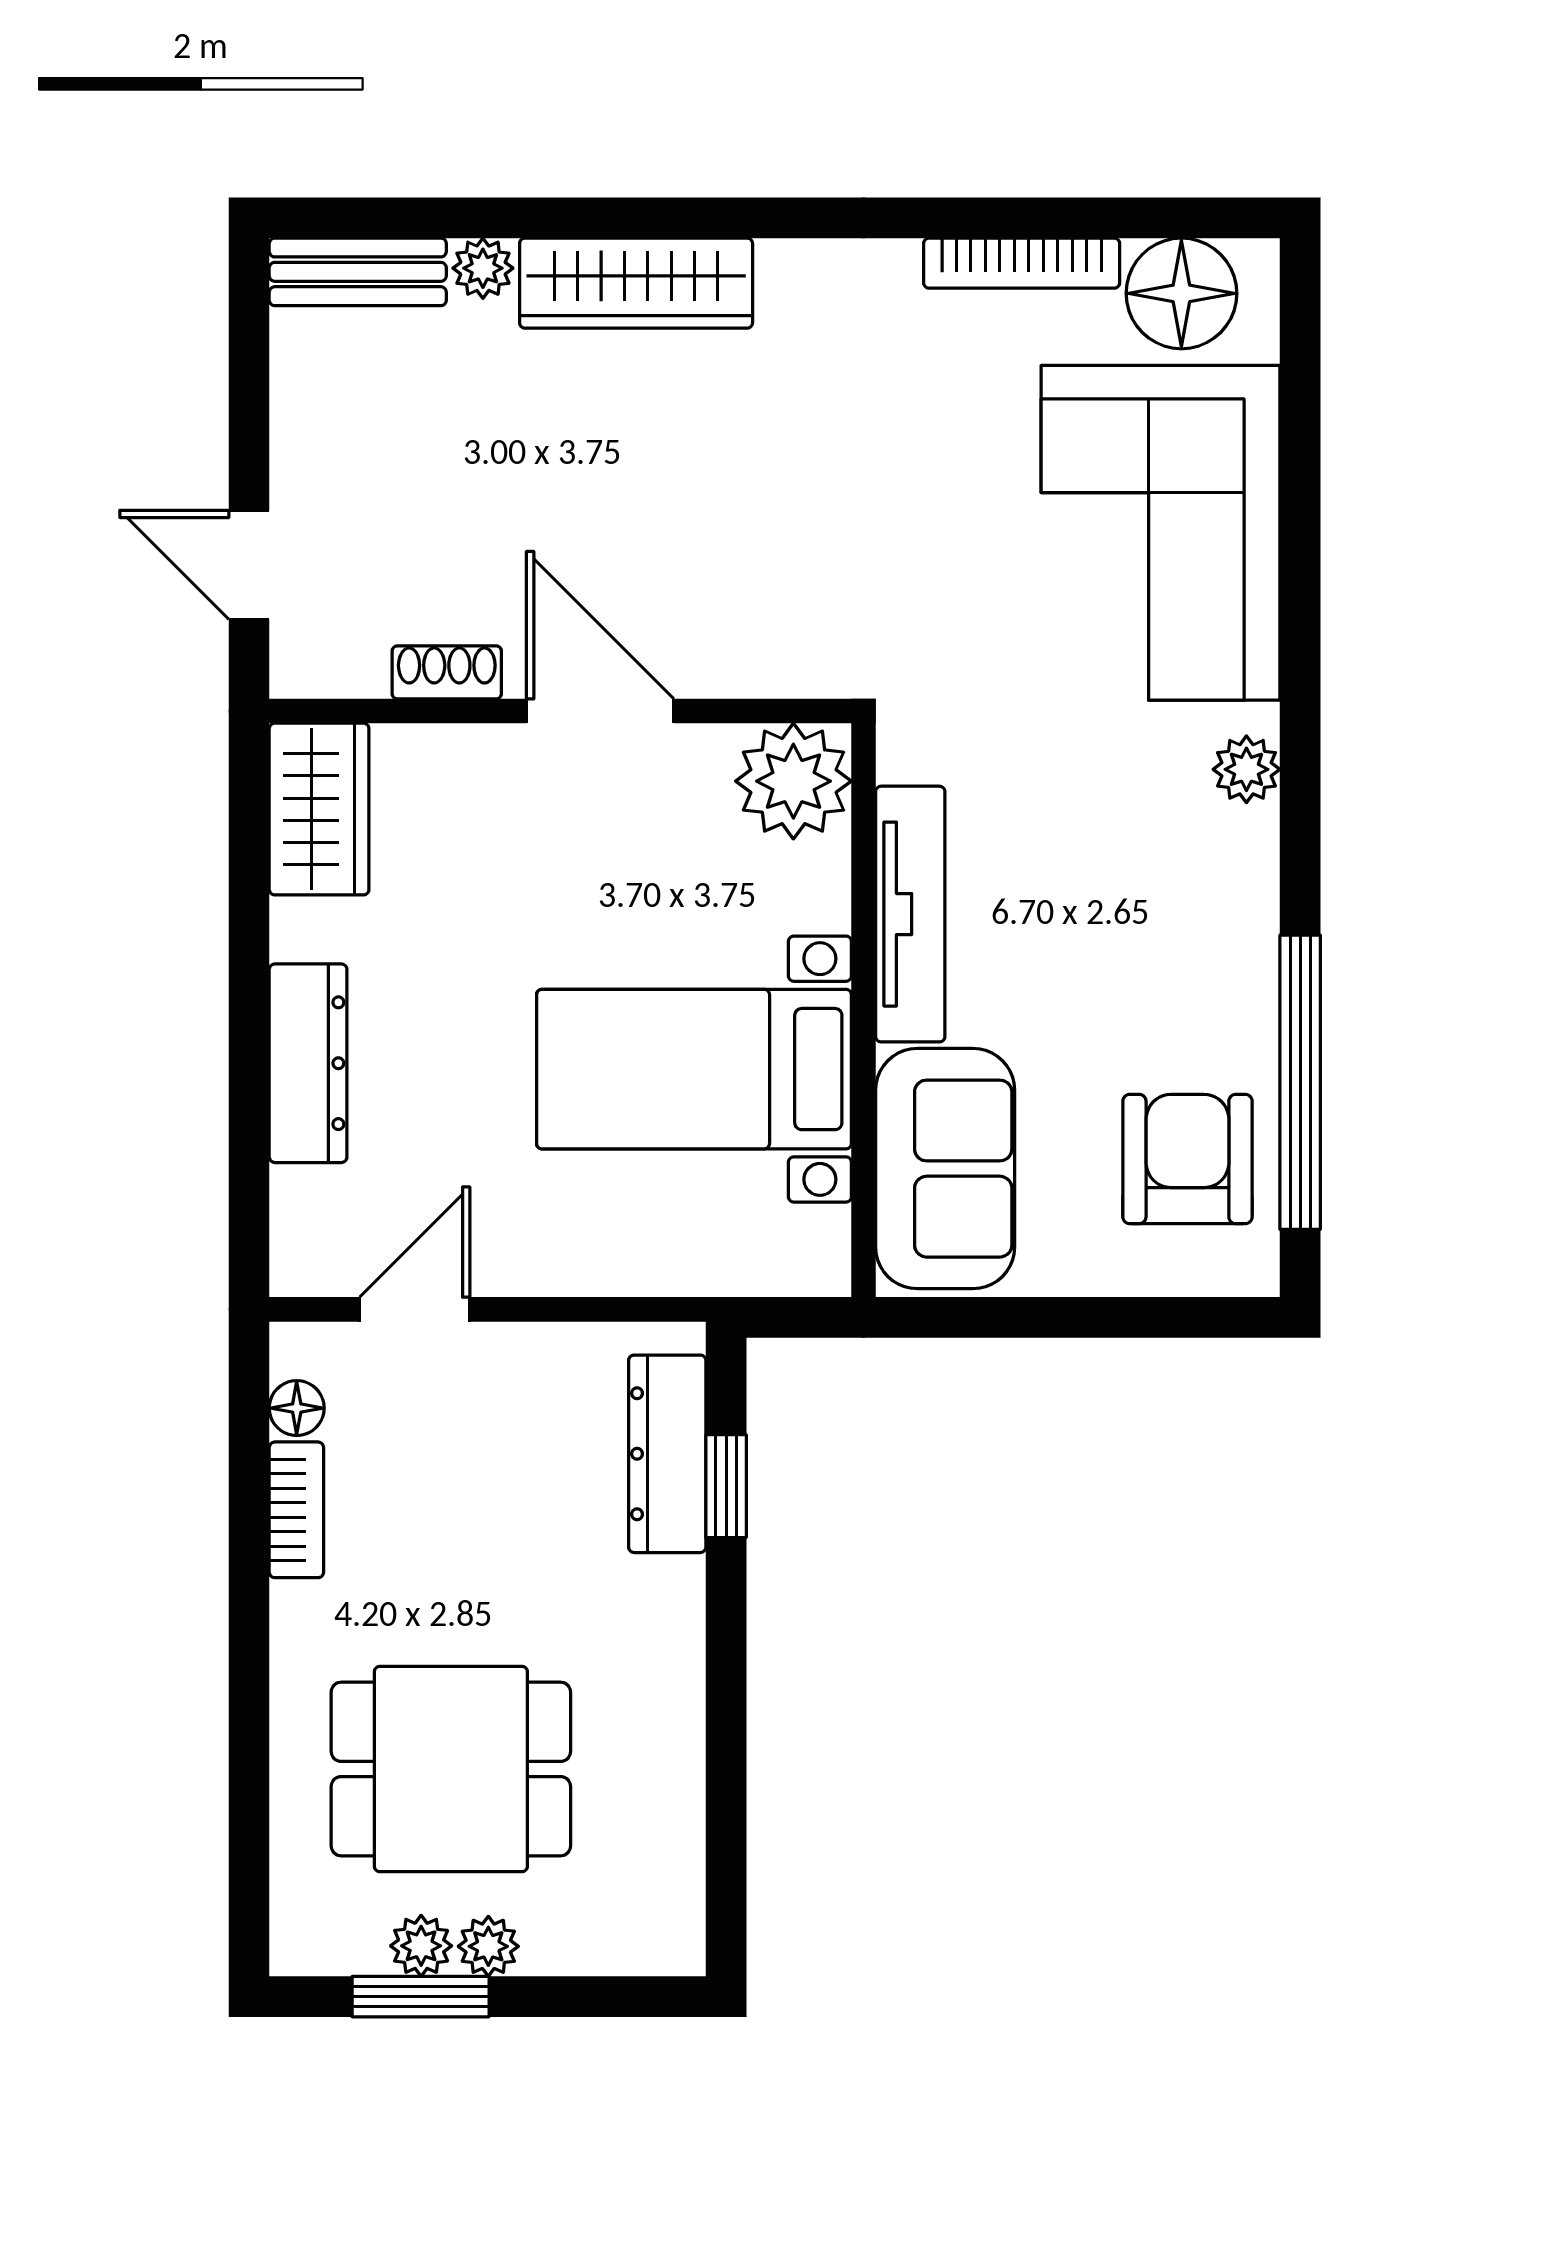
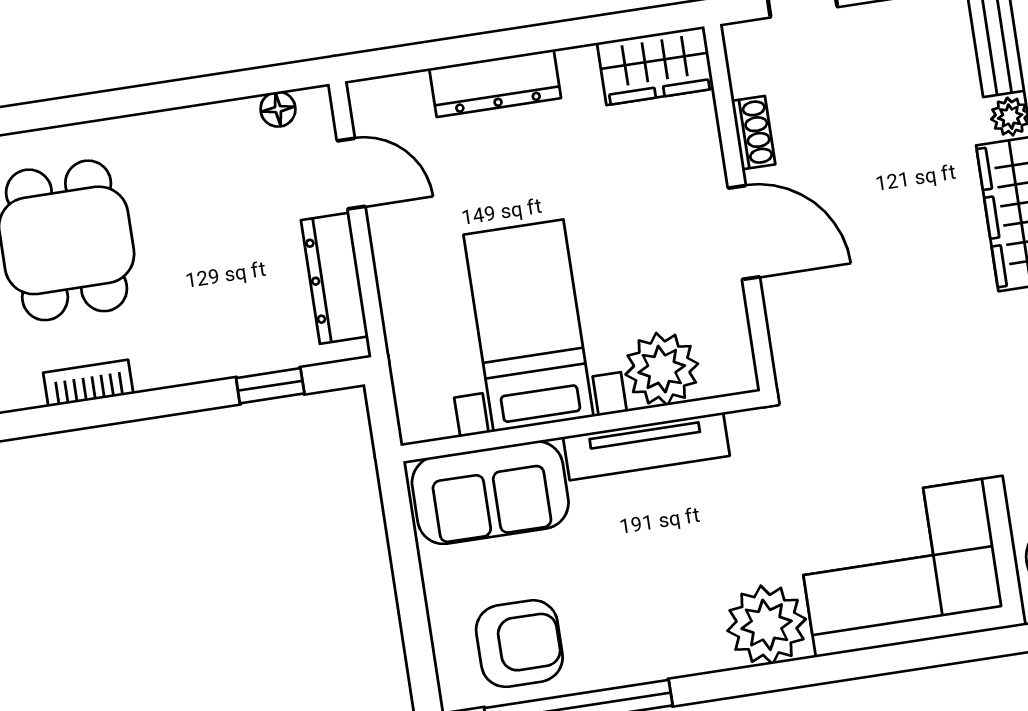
door: (600, 711) -> (744, 233), hinge flipped
plant: (1246, 769) -> (767, 625), width x1.88, depth x1.88
plant: (793, 781) -> (662, 369), moved
dresser: (667, 1454) -> (335, 278), moved, turned -90
bookcase: (296, 1510) -> (88, 383), moved, turned 180

